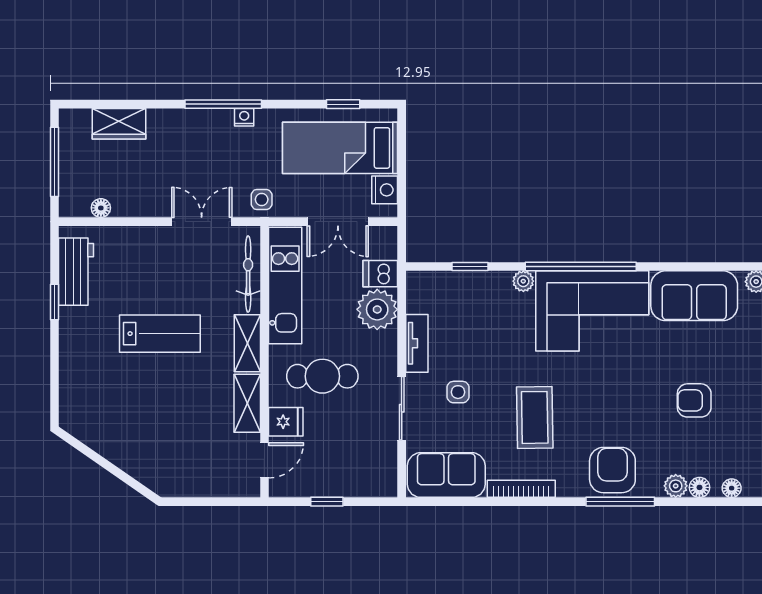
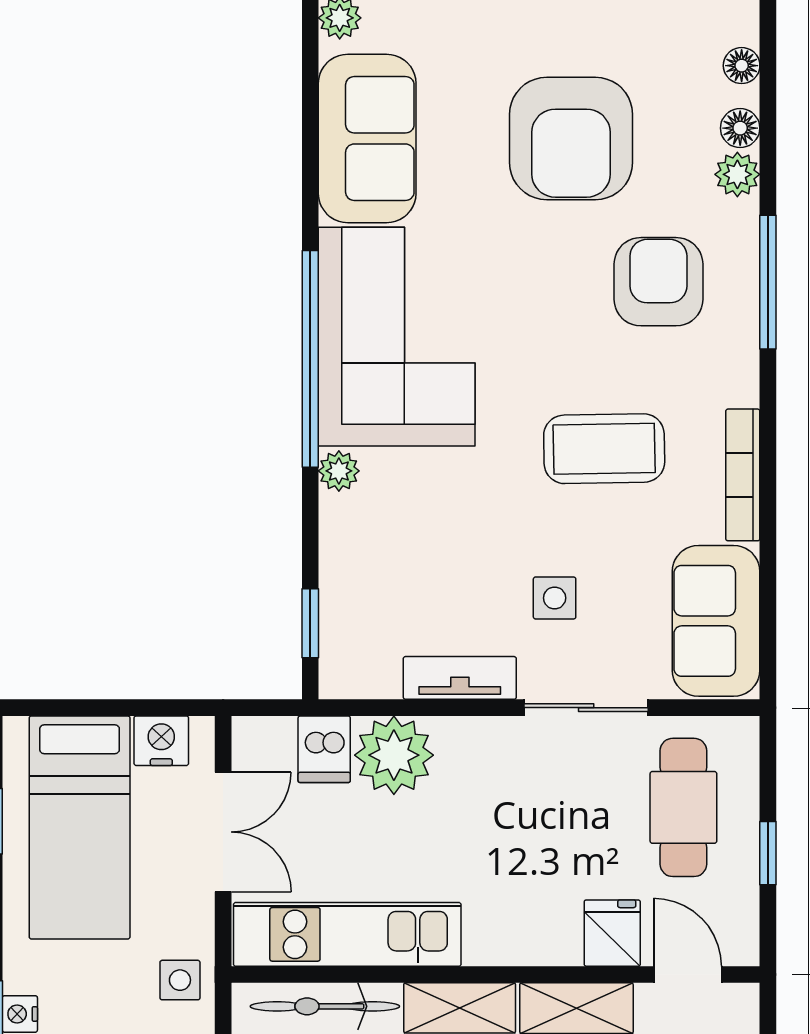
window: (470, 266) -> (310, 623), moved
cafe table: (322, 376) -> (683, 807), moved
armchair: (694, 400) -> (571, 138), width x1.88, depth x1.88
armchair: (612, 470) -> (658, 282), moved, turned 90

